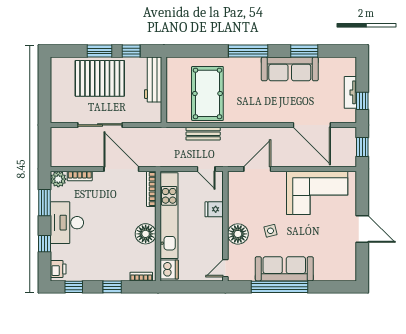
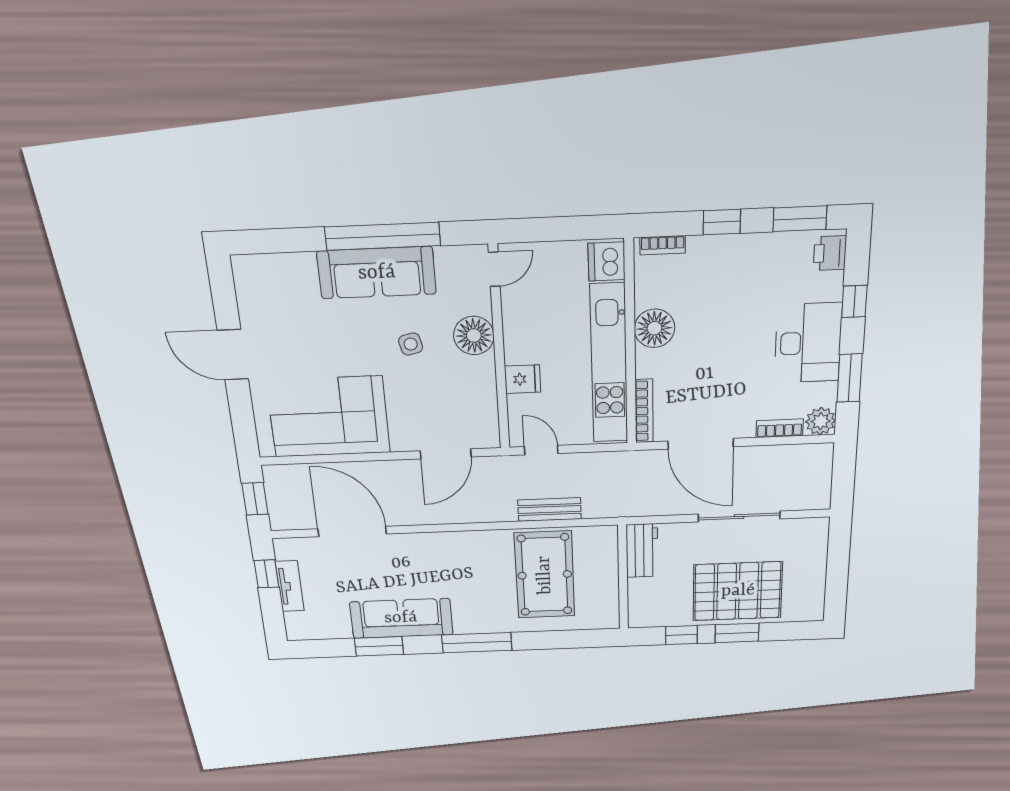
workbench: (153, 80) -> (642, 551), moved, width x0.73
window: (74, 287) -> (800, 219), width x1.50

